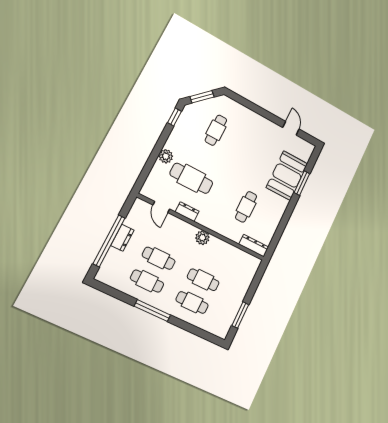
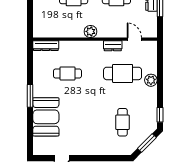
window: (302, 183) -> (30, 96), moved
cafe table: (246, 207) -> (67, 73), turned 90

